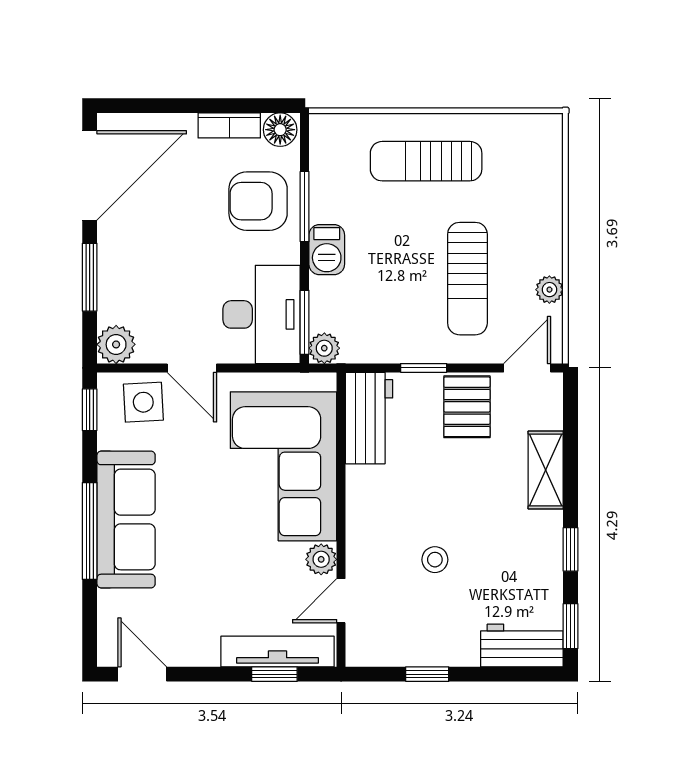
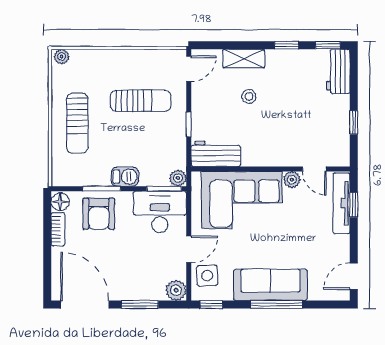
plant: (549, 290) -> (62, 57), moved
door: (527, 368) -> (189, 69), swing flipped
pallet: (467, 407) -> (210, 101), removed
stool: (435, 560) -> (249, 96), moved

